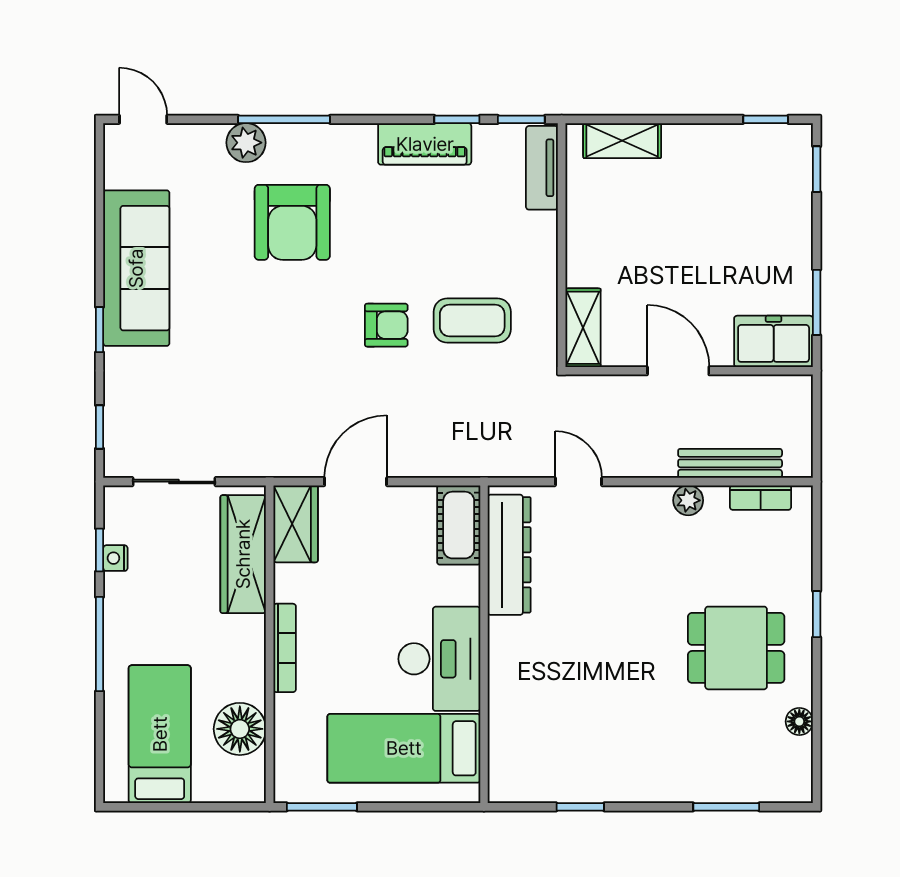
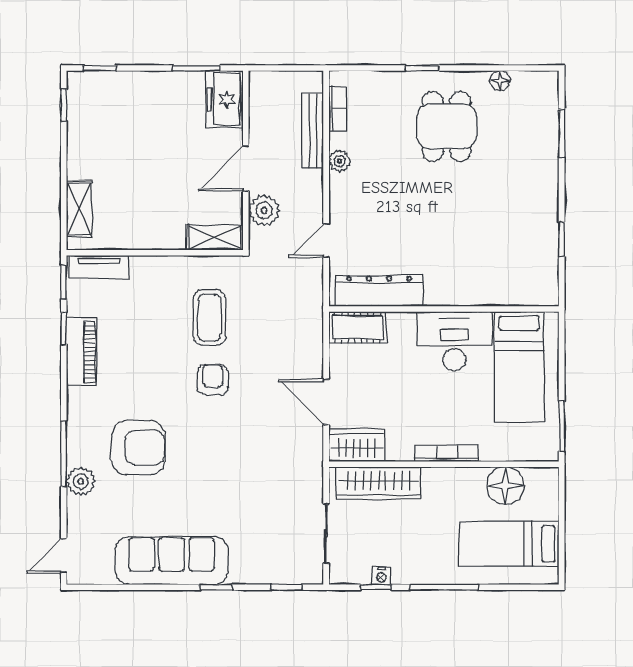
plant: (620, 396) -> (264, 210), added

